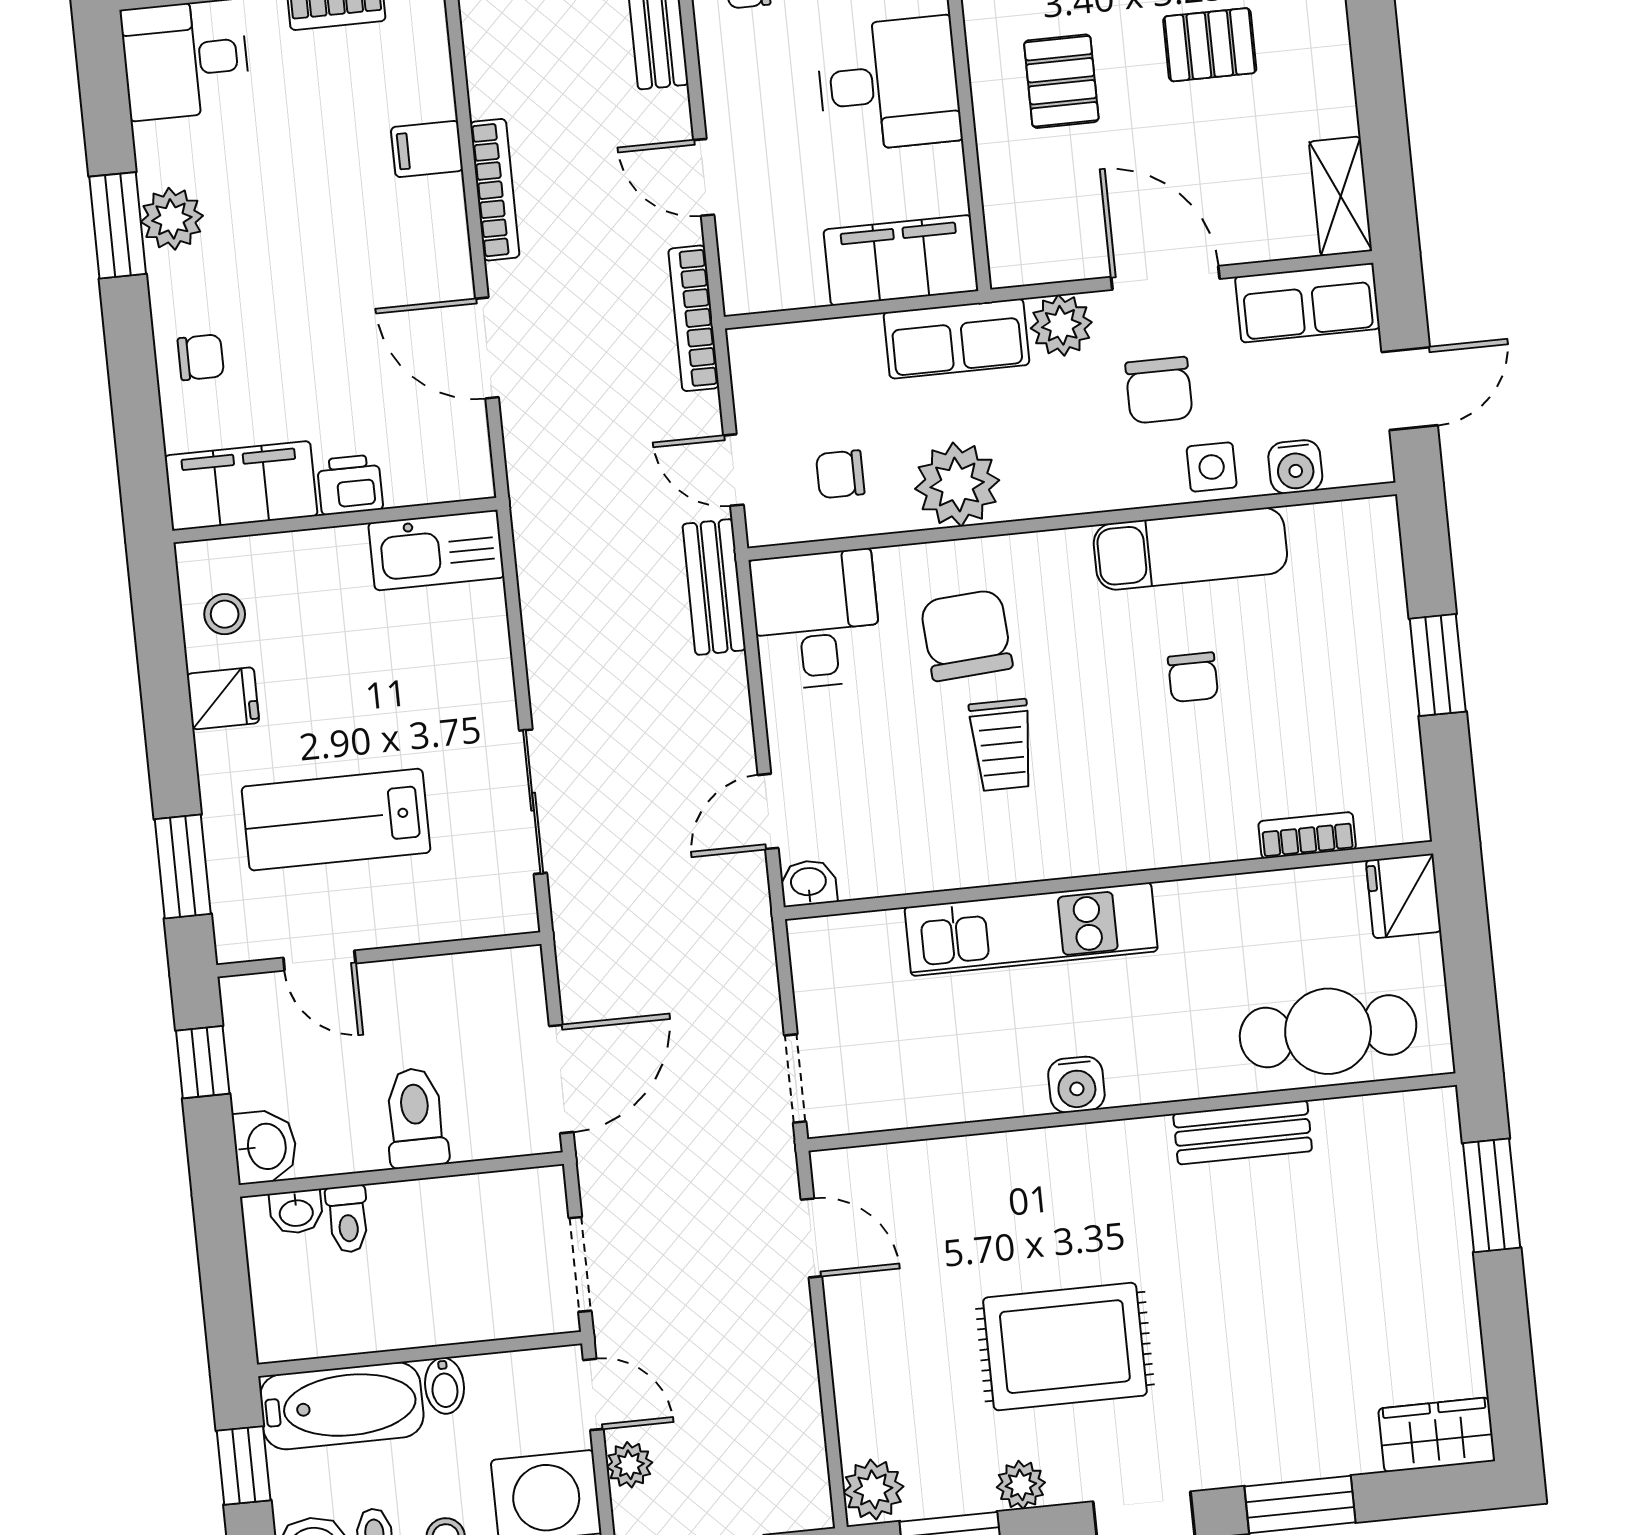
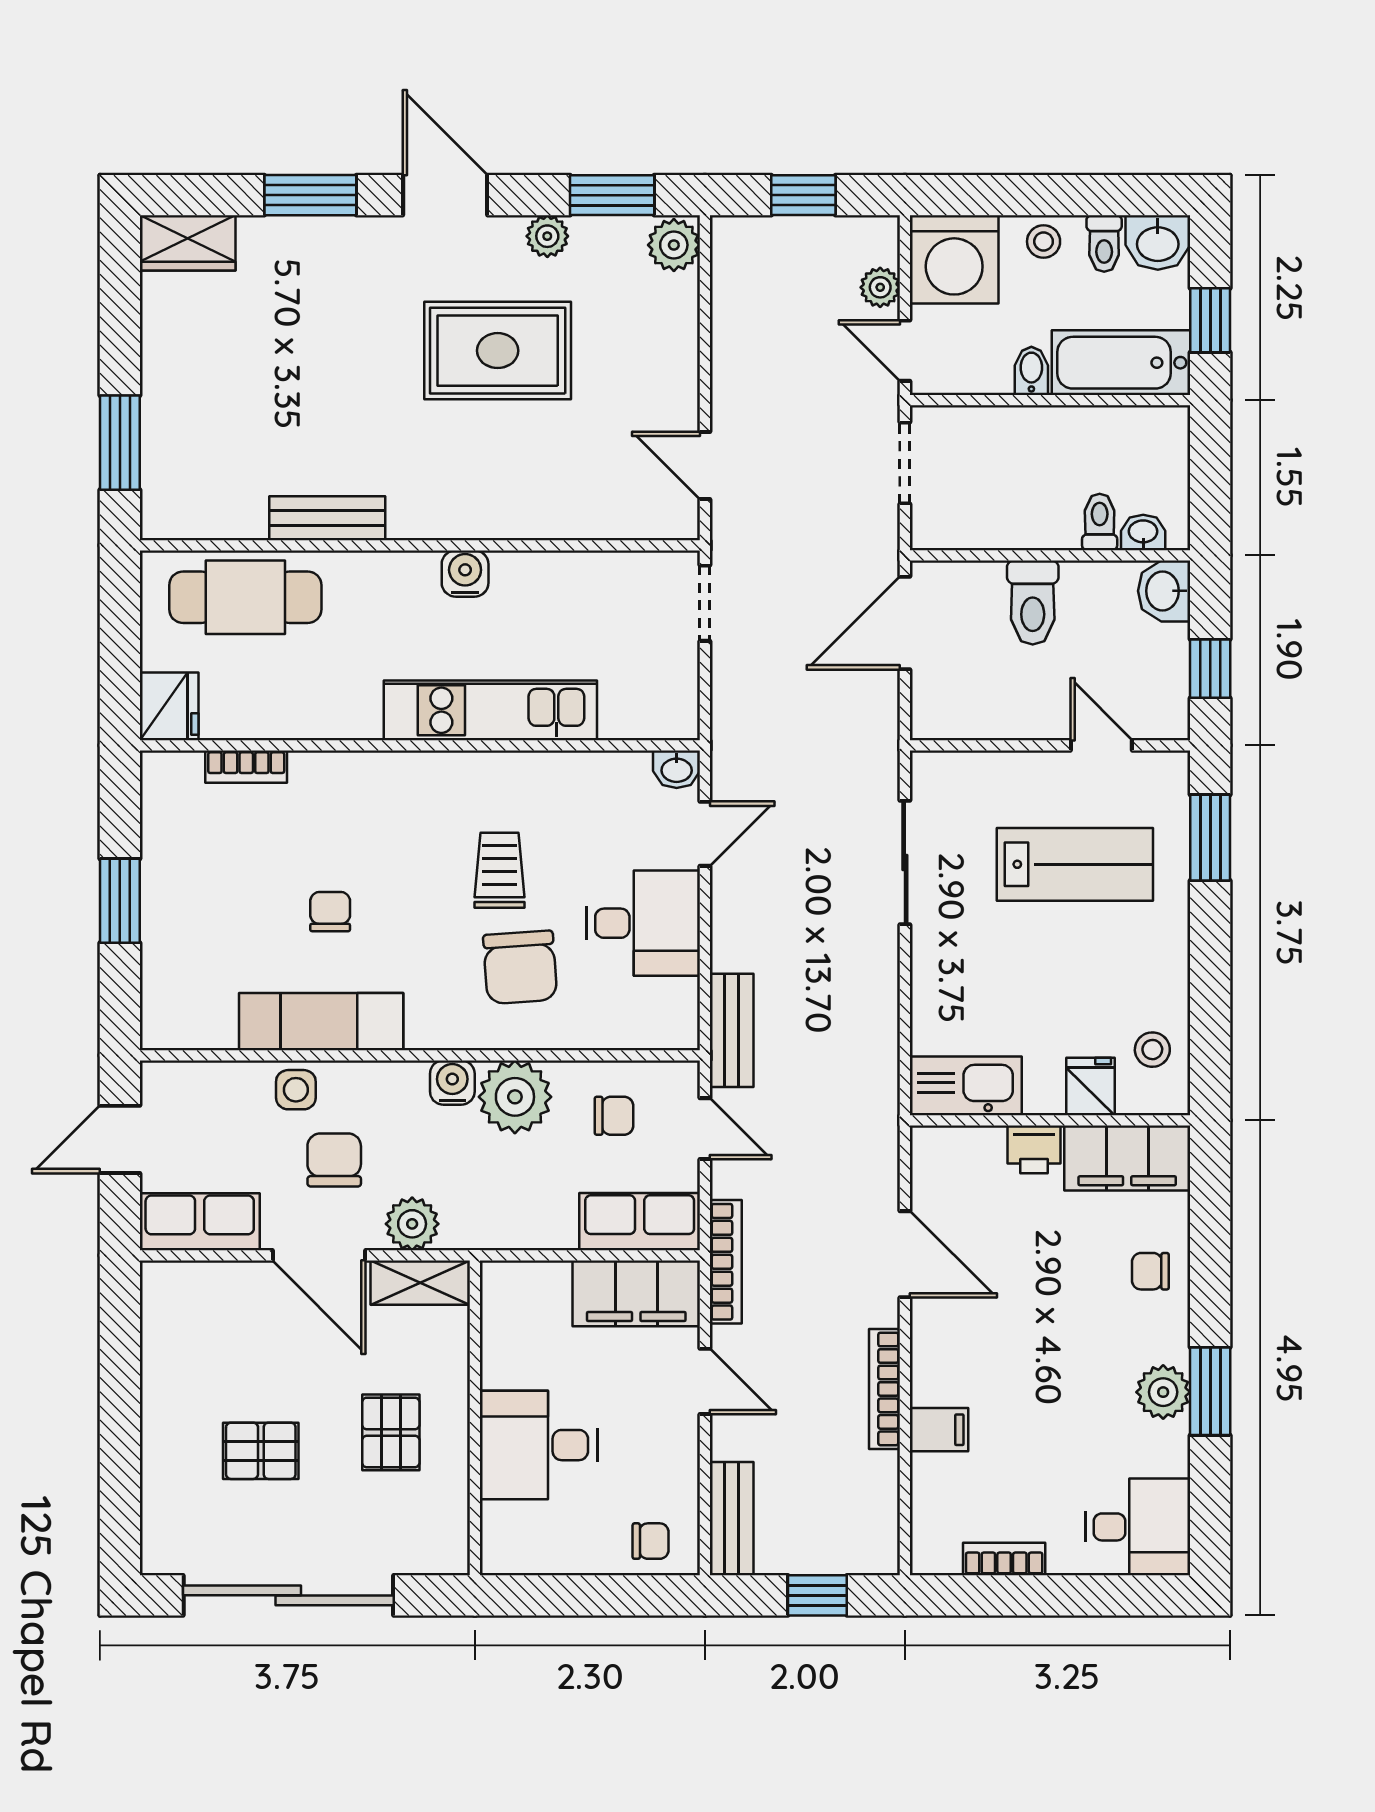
shelving: (1341, 196) -> (420, 1283), moved, turned 90
filing cabinet: (901, 260) -> (636, 1293), moved
row of seats: (956, 339) -> (640, 1222), moved
water cooler: (1295, 467) -> (452, 1083), moved
desk: (816, 620) -> (643, 923), moved, turned -90
fridge: (223, 698) -> (1091, 1086), moved, turned 90

